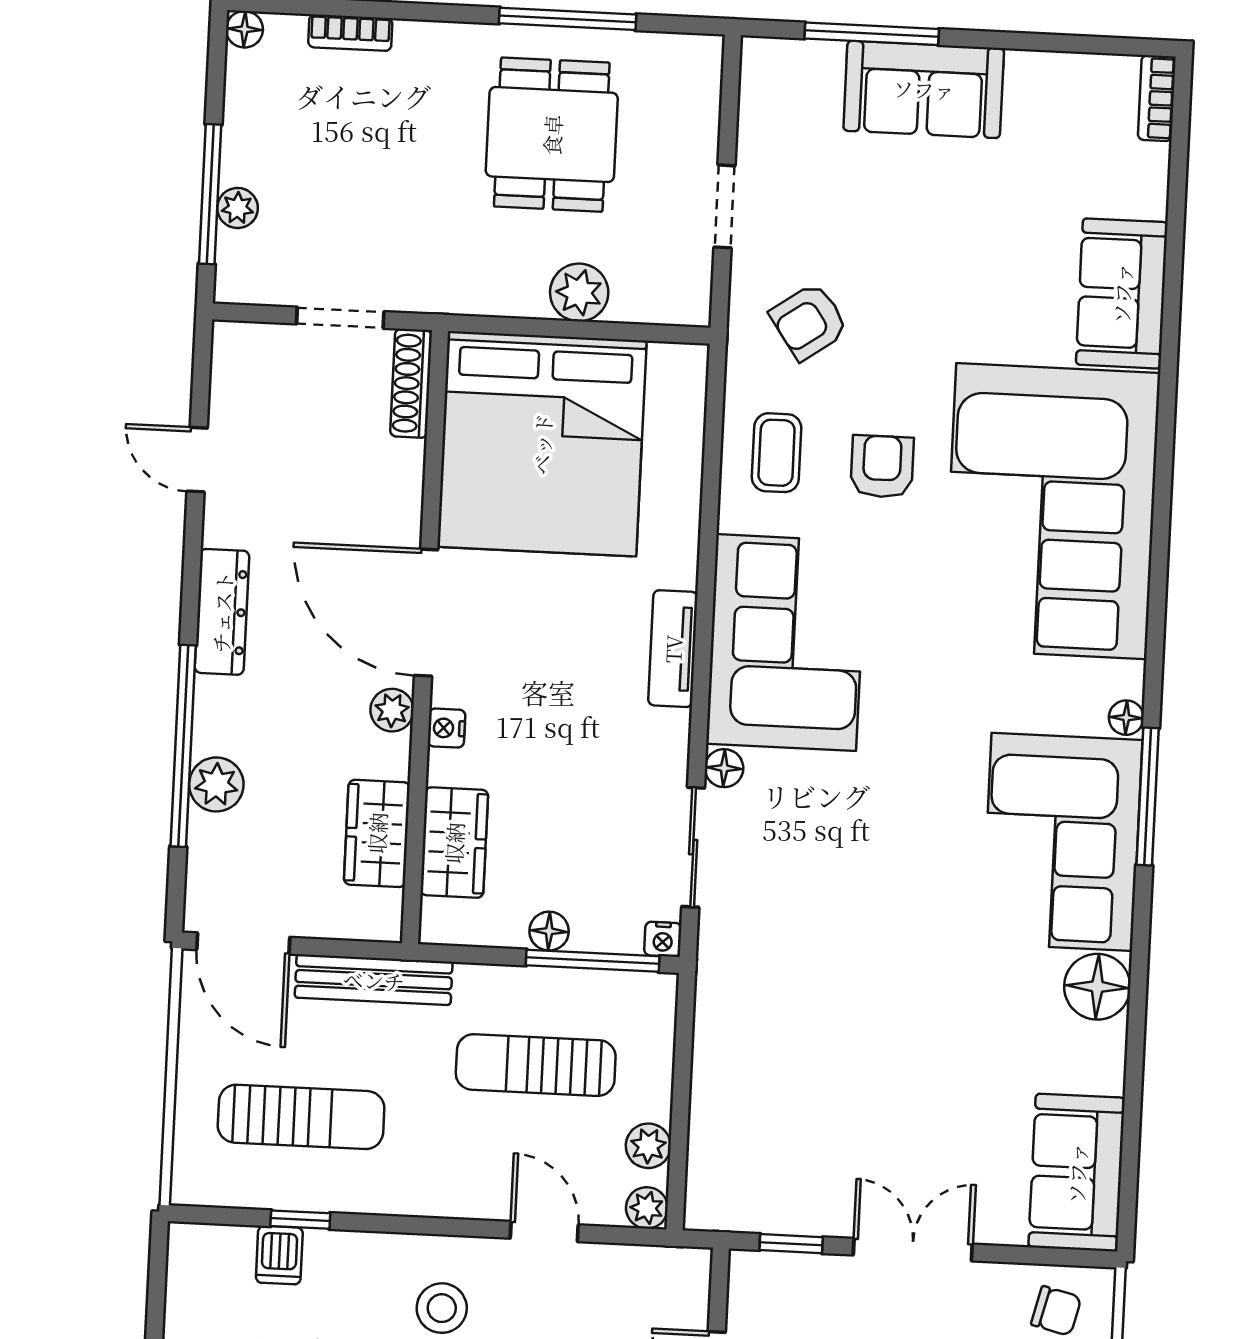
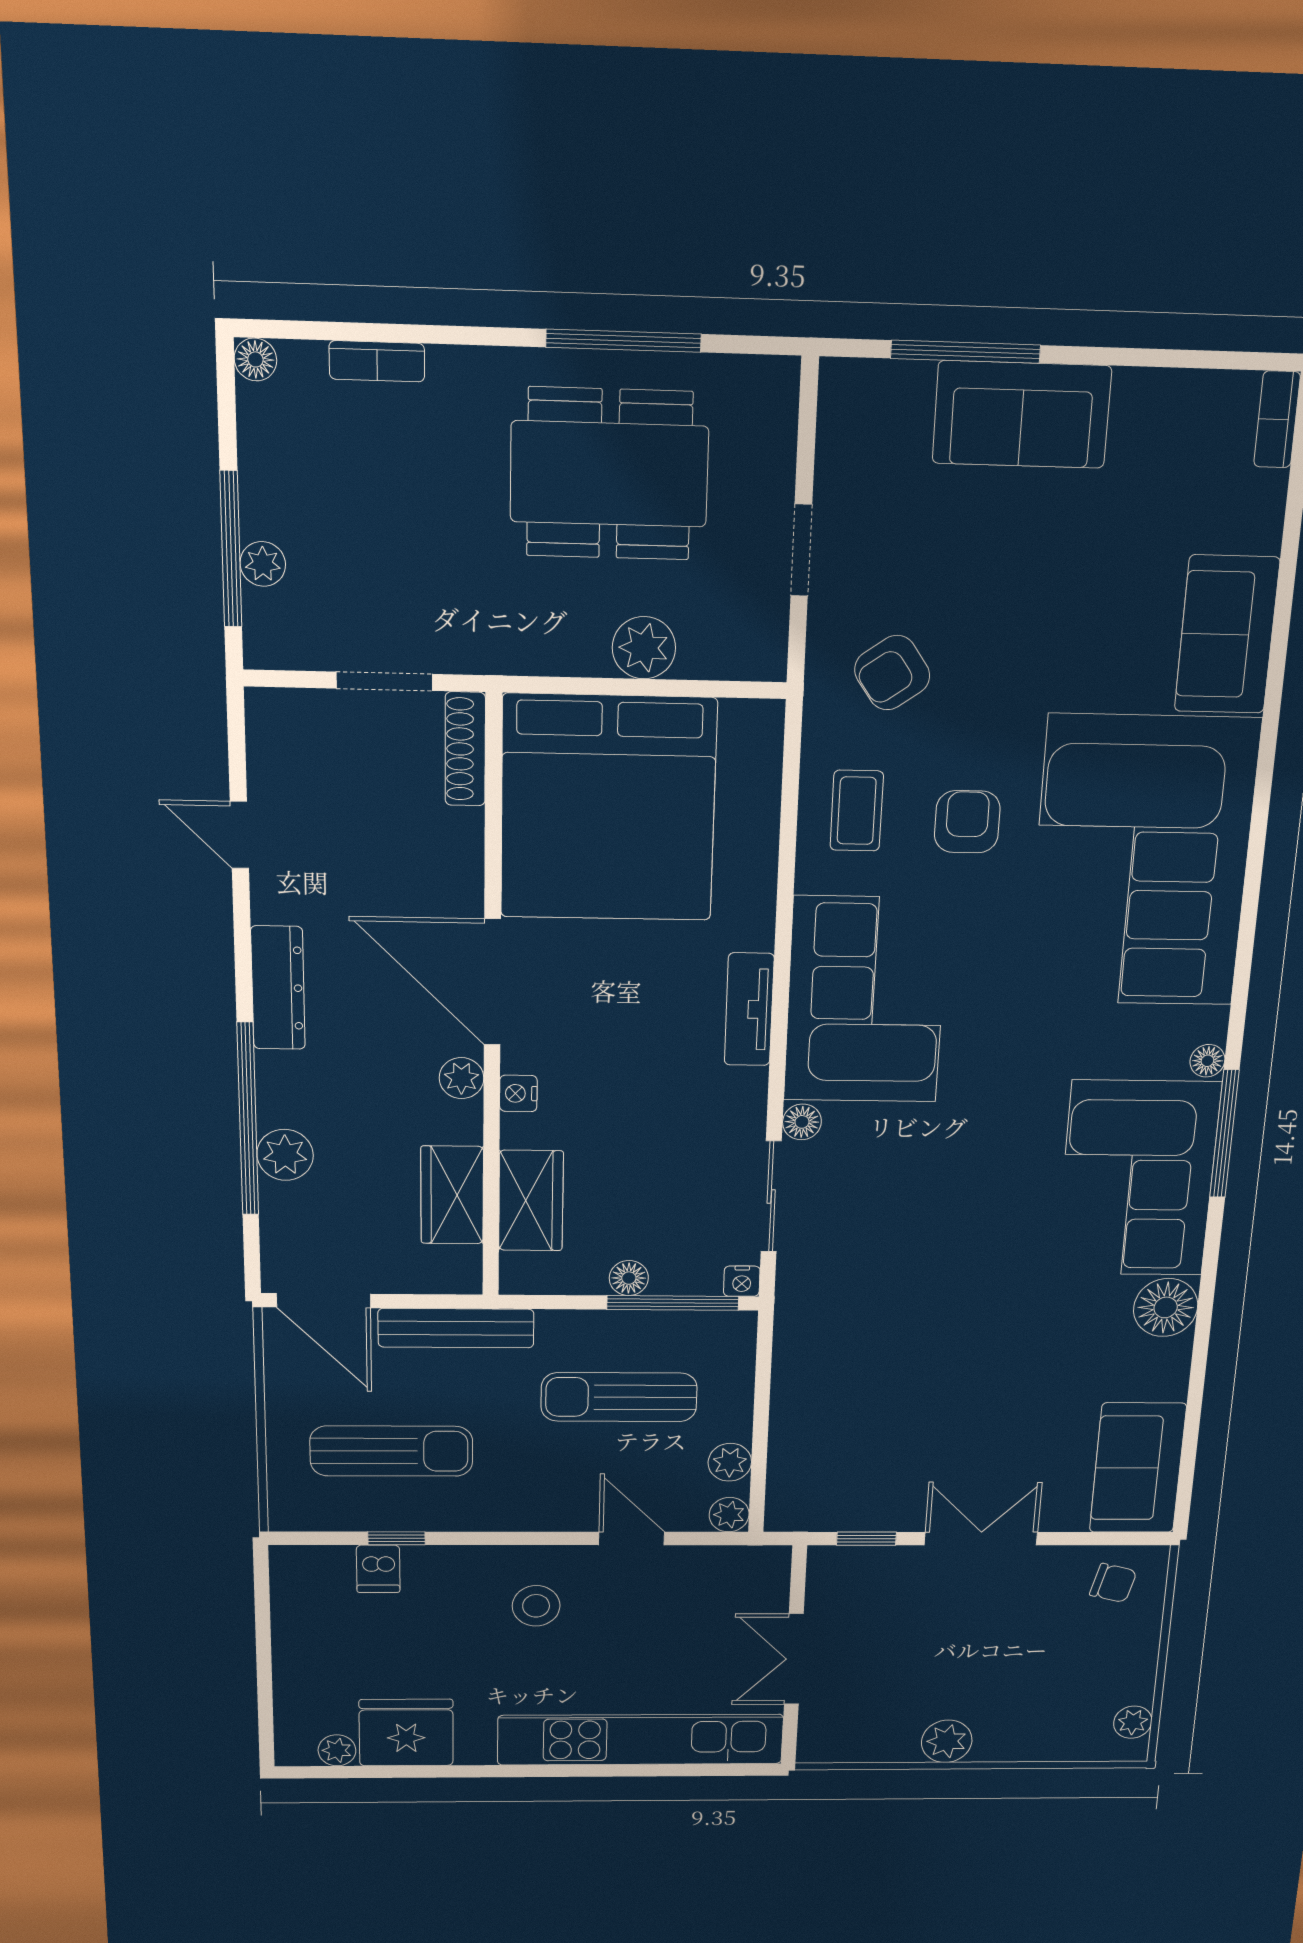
dining table: (552, 135) -> (609, 474), width x1.38

